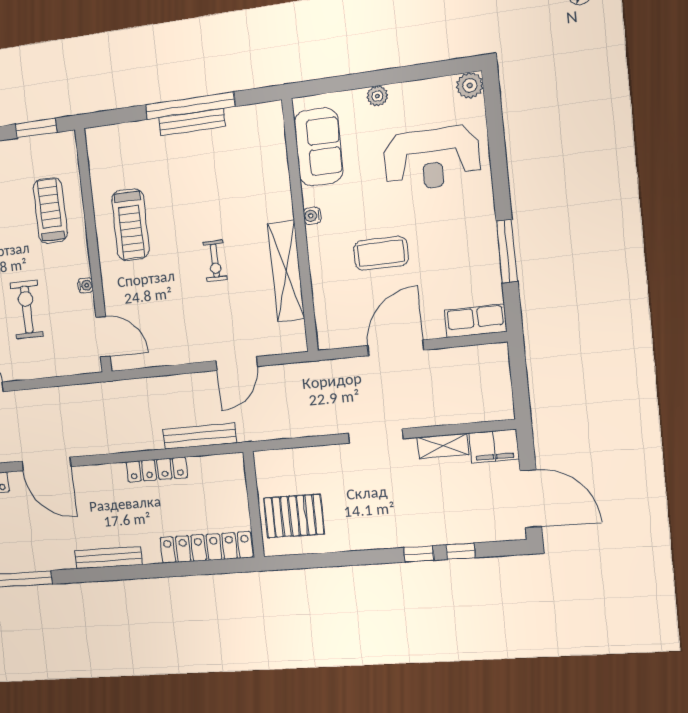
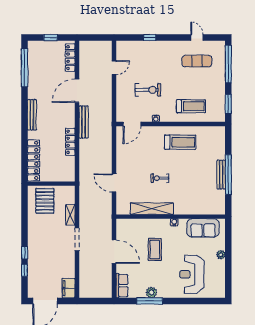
plant: (470, 85) -> (151, 292), moved
treadmill: (130, 225) -> (180, 142), turned 180
bench: (200, 436) -> (84, 122), moved
shelving: (443, 446) -> (70, 215), moved

